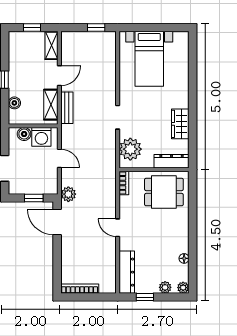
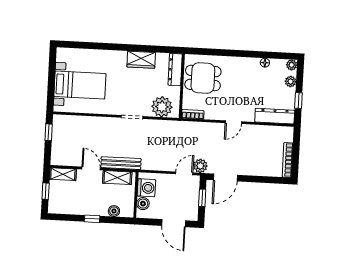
bench: (67, 108) -> (121, 163), width x1.36
door: (59, 158) -> (184, 173), moved
dining table: (164, 192) -> (203, 78), turned 90

